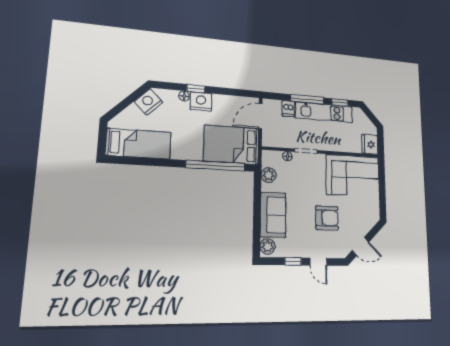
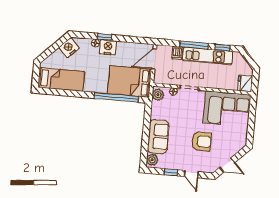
plant: (269, 175) -> (158, 95), moved

